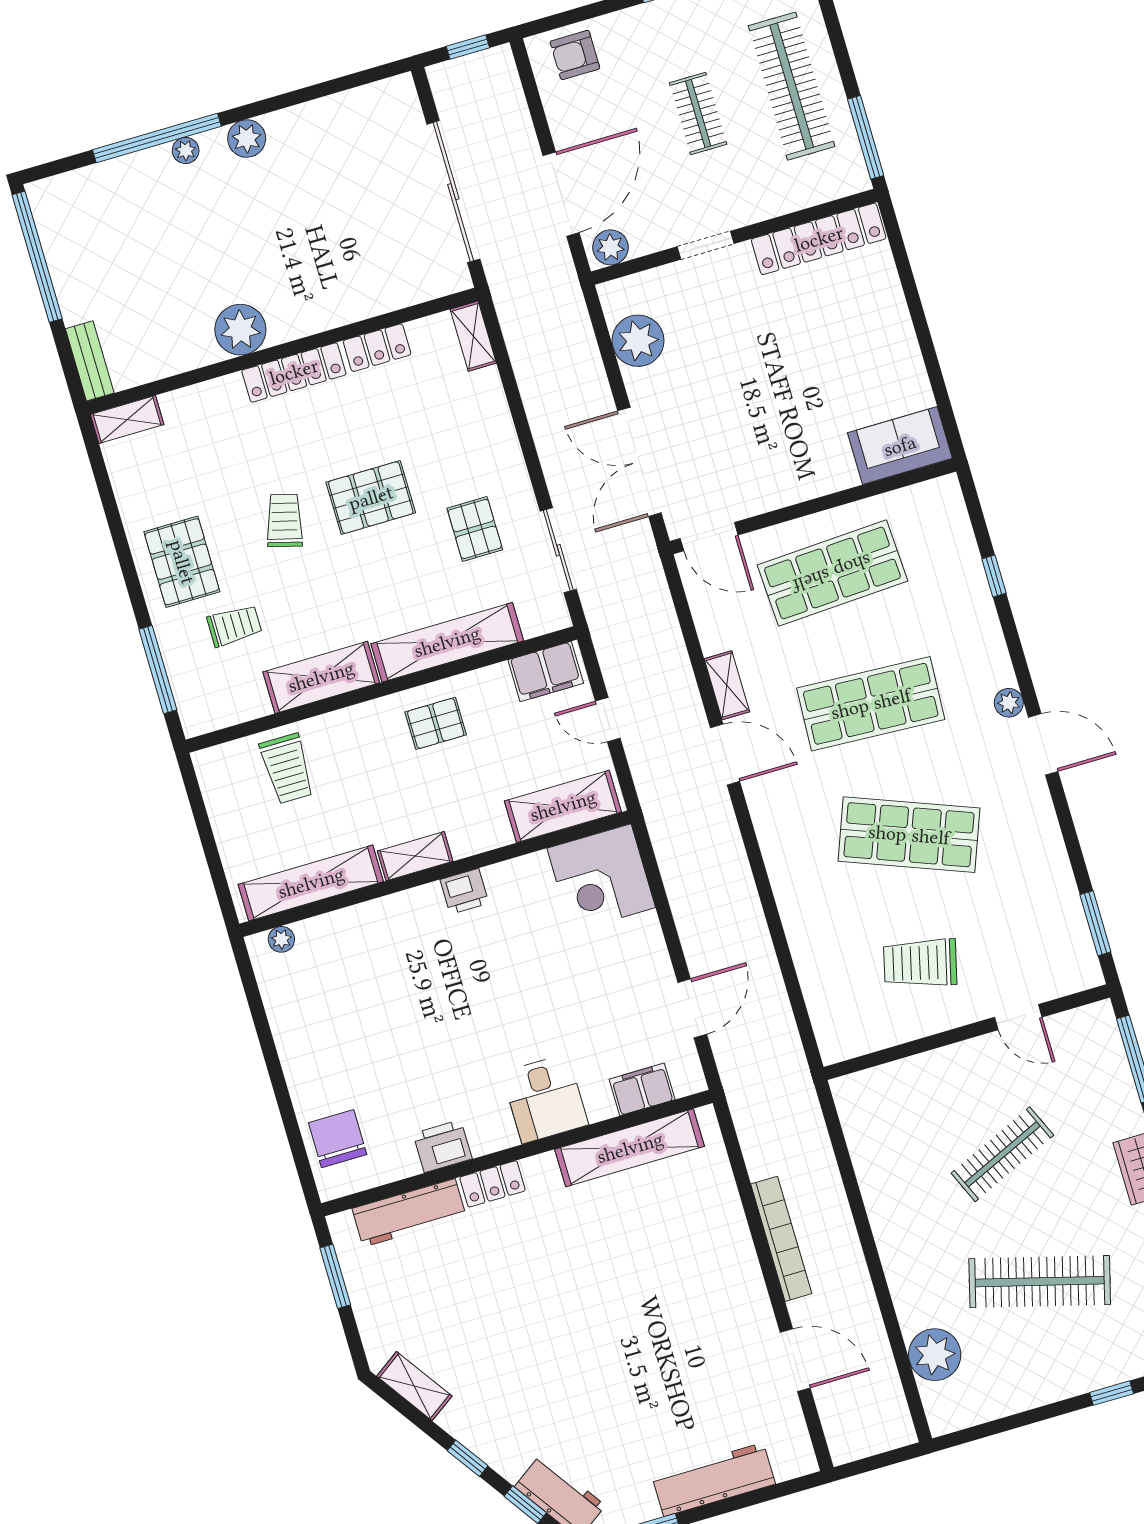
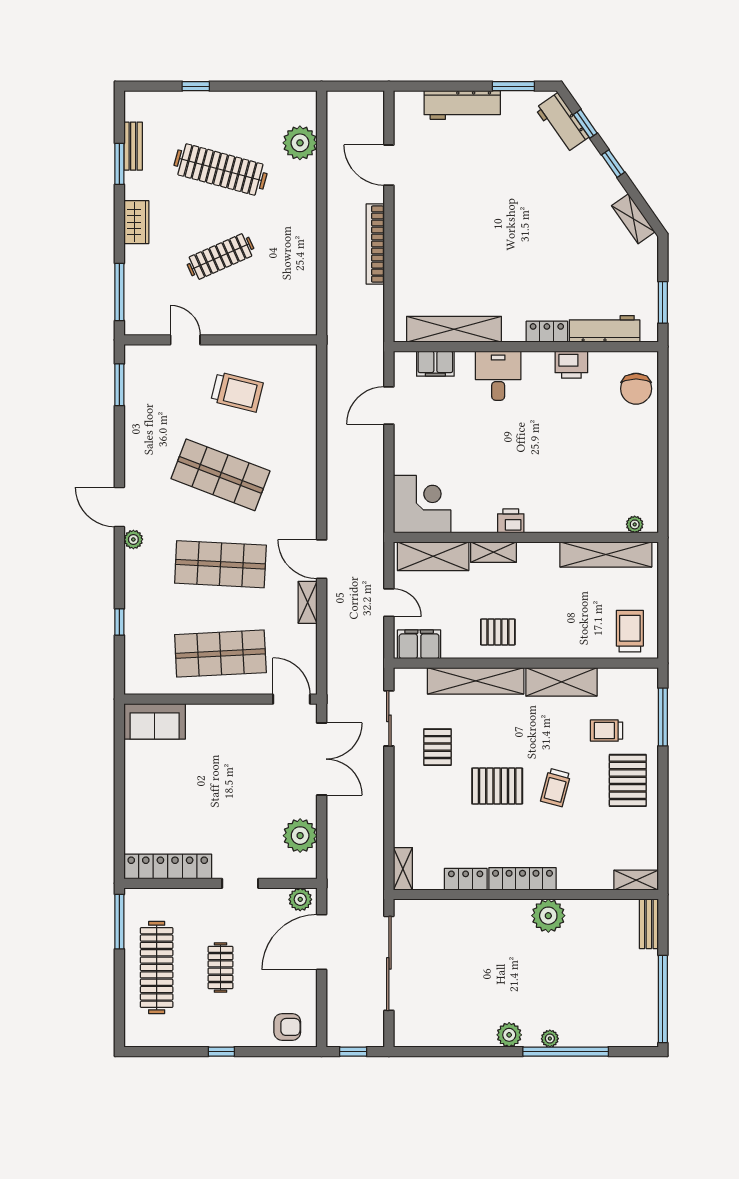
trolley: (287, 769) -> (630, 631), moved
shelving: (415, 856) -> (493, 552), moved

